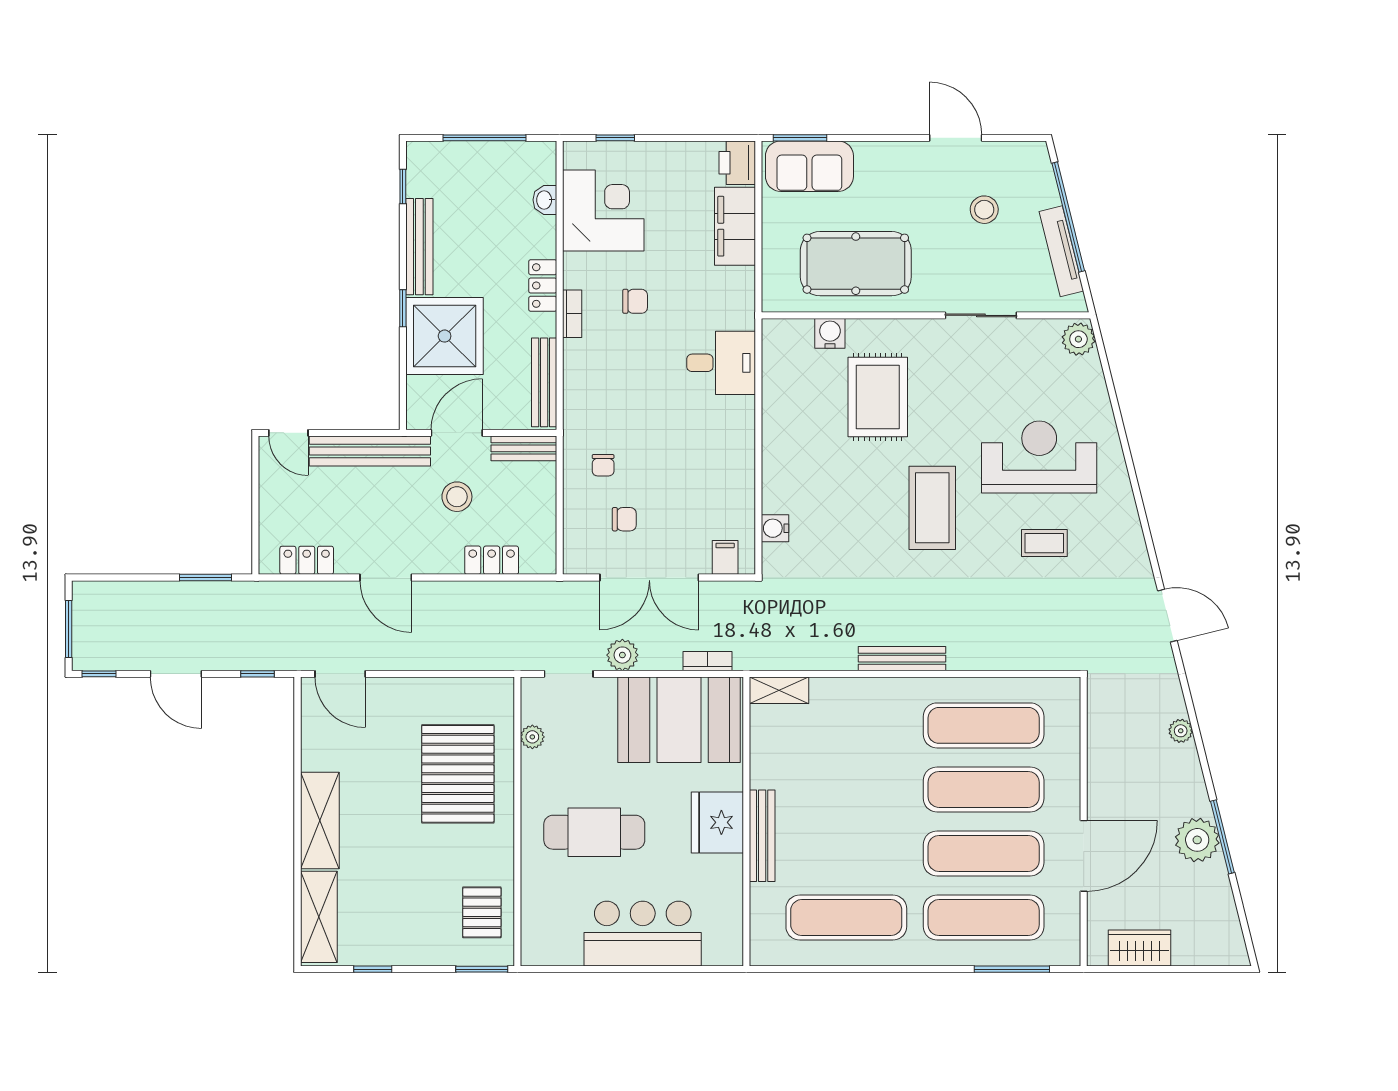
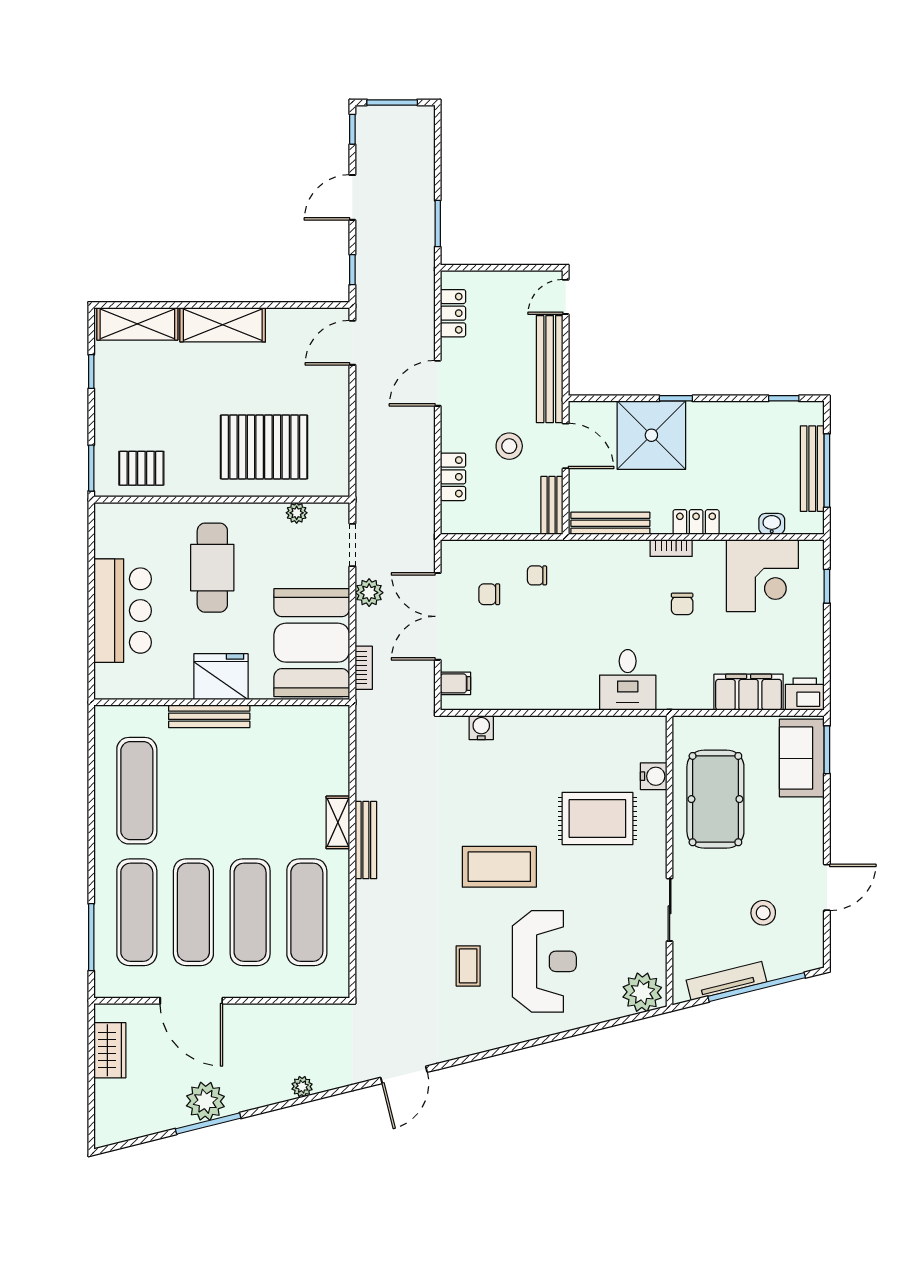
bench: (419, 247) -> (812, 469), moved, turned 90
plant: (1078, 339) -> (642, 992), width x1.36, depth x1.36
chair: (624, 519) -> (489, 594), turned 90
shelving: (779, 690) -> (338, 822), moved

